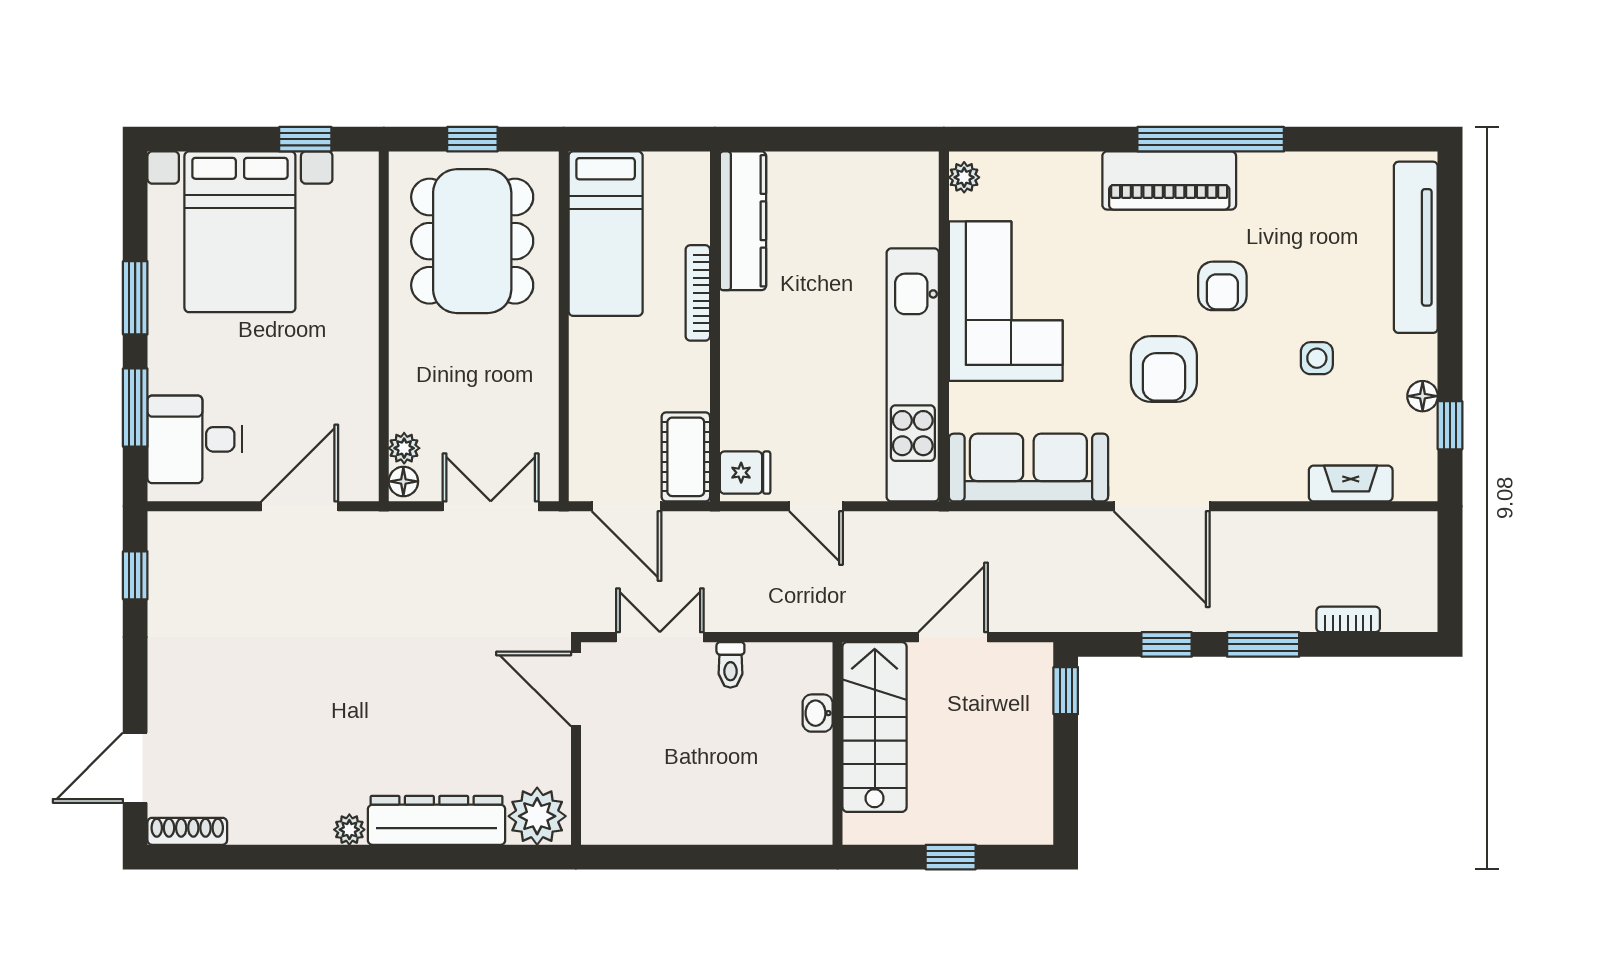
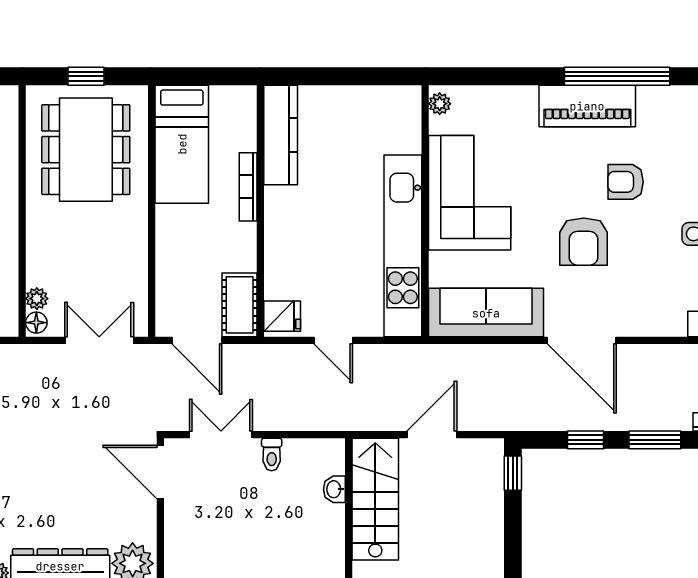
armchair: (1222, 286) -> (626, 182), turned 90

